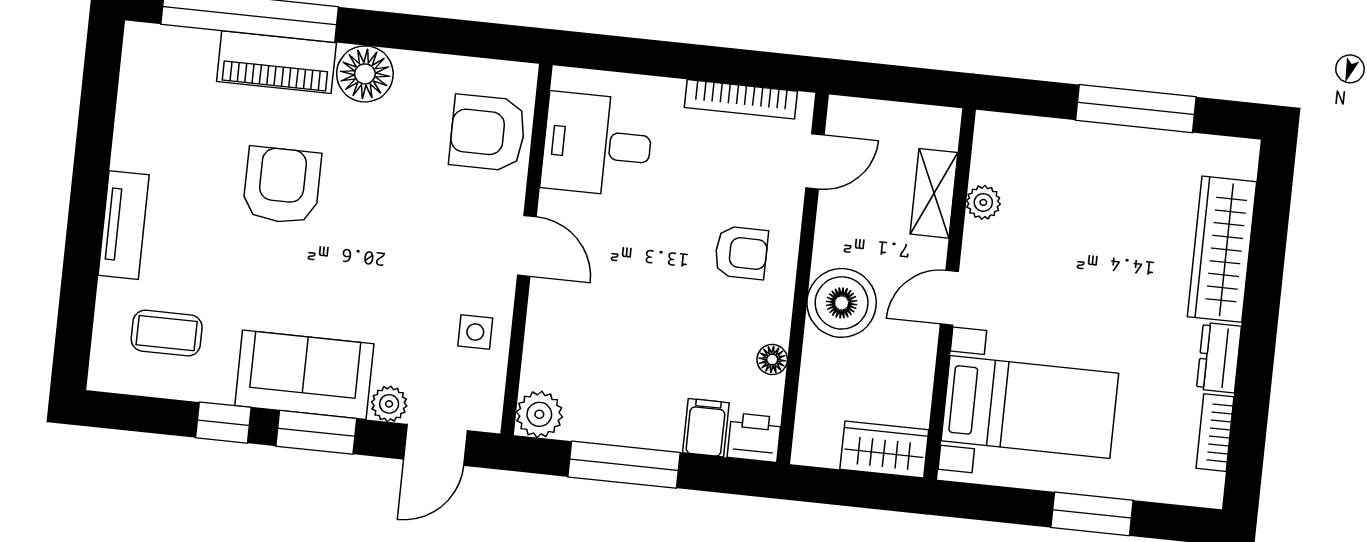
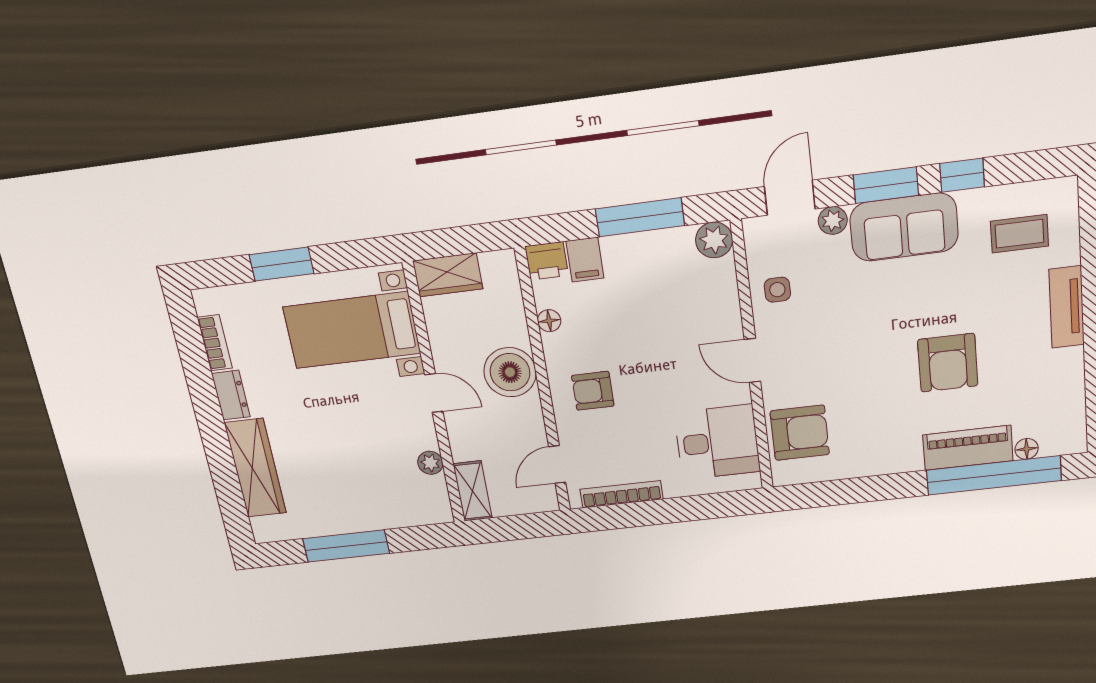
floor lamp: (365, 74) -> (1027, 449), moved, width x0.53, depth x0.53
shelving: (934, 193) -> (473, 491), moved
door: (949, 298) -> (434, 393), hinge flipped

